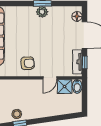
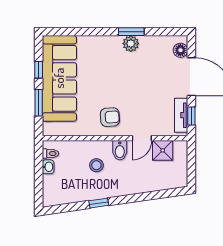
bidet: (77, 86) -> (120, 150), moved
stool: (17, 114) -> (96, 165), moved

